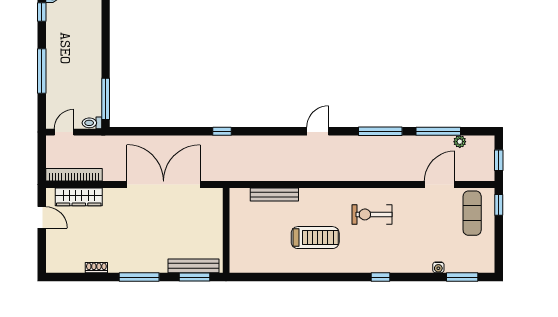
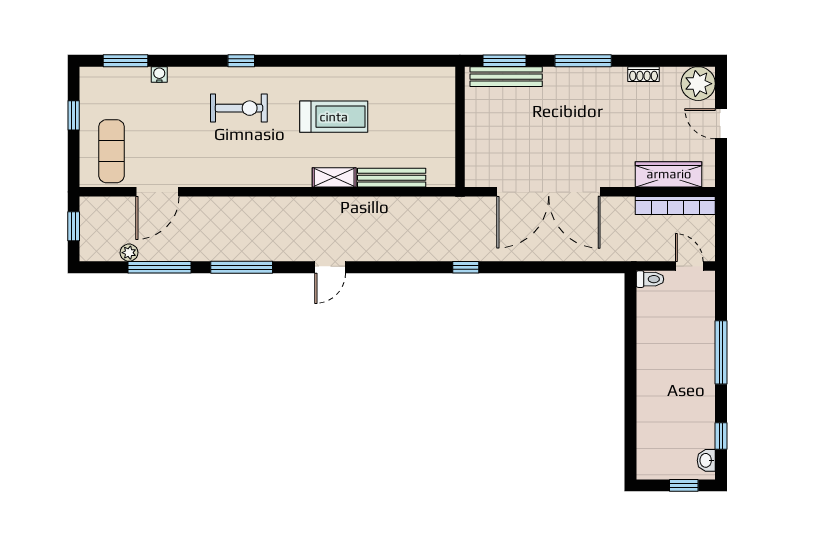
window: (106, 99) -> (630, 313), removed
door: (64, 132) -> (689, 266), swing flipped
shelving: (315, 195) -> (334, 177), added
window: (499, 205) -> (74, 115), moved
exercise bike: (372, 214) -> (239, 108), moved
door: (42, 217) -> (721, 124), moved
treadmill: (315, 238) -> (334, 117), turned 180
plant: (58, 261) -> (698, 84), added

